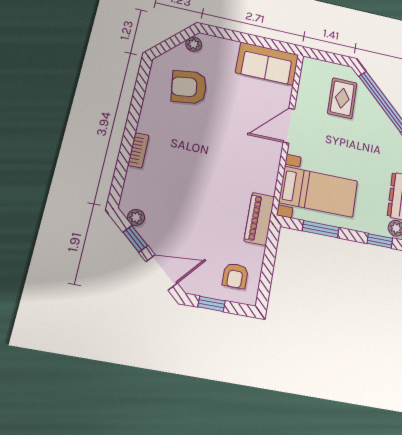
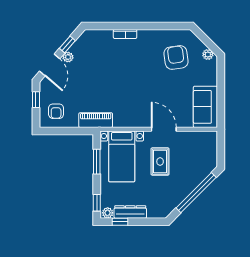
rug: (342, 98) -> (160, 162), moved, turned 90
plant: (136, 217) -> (68, 57), moved
armchair: (235, 276) -> (56, 111), turned -90

